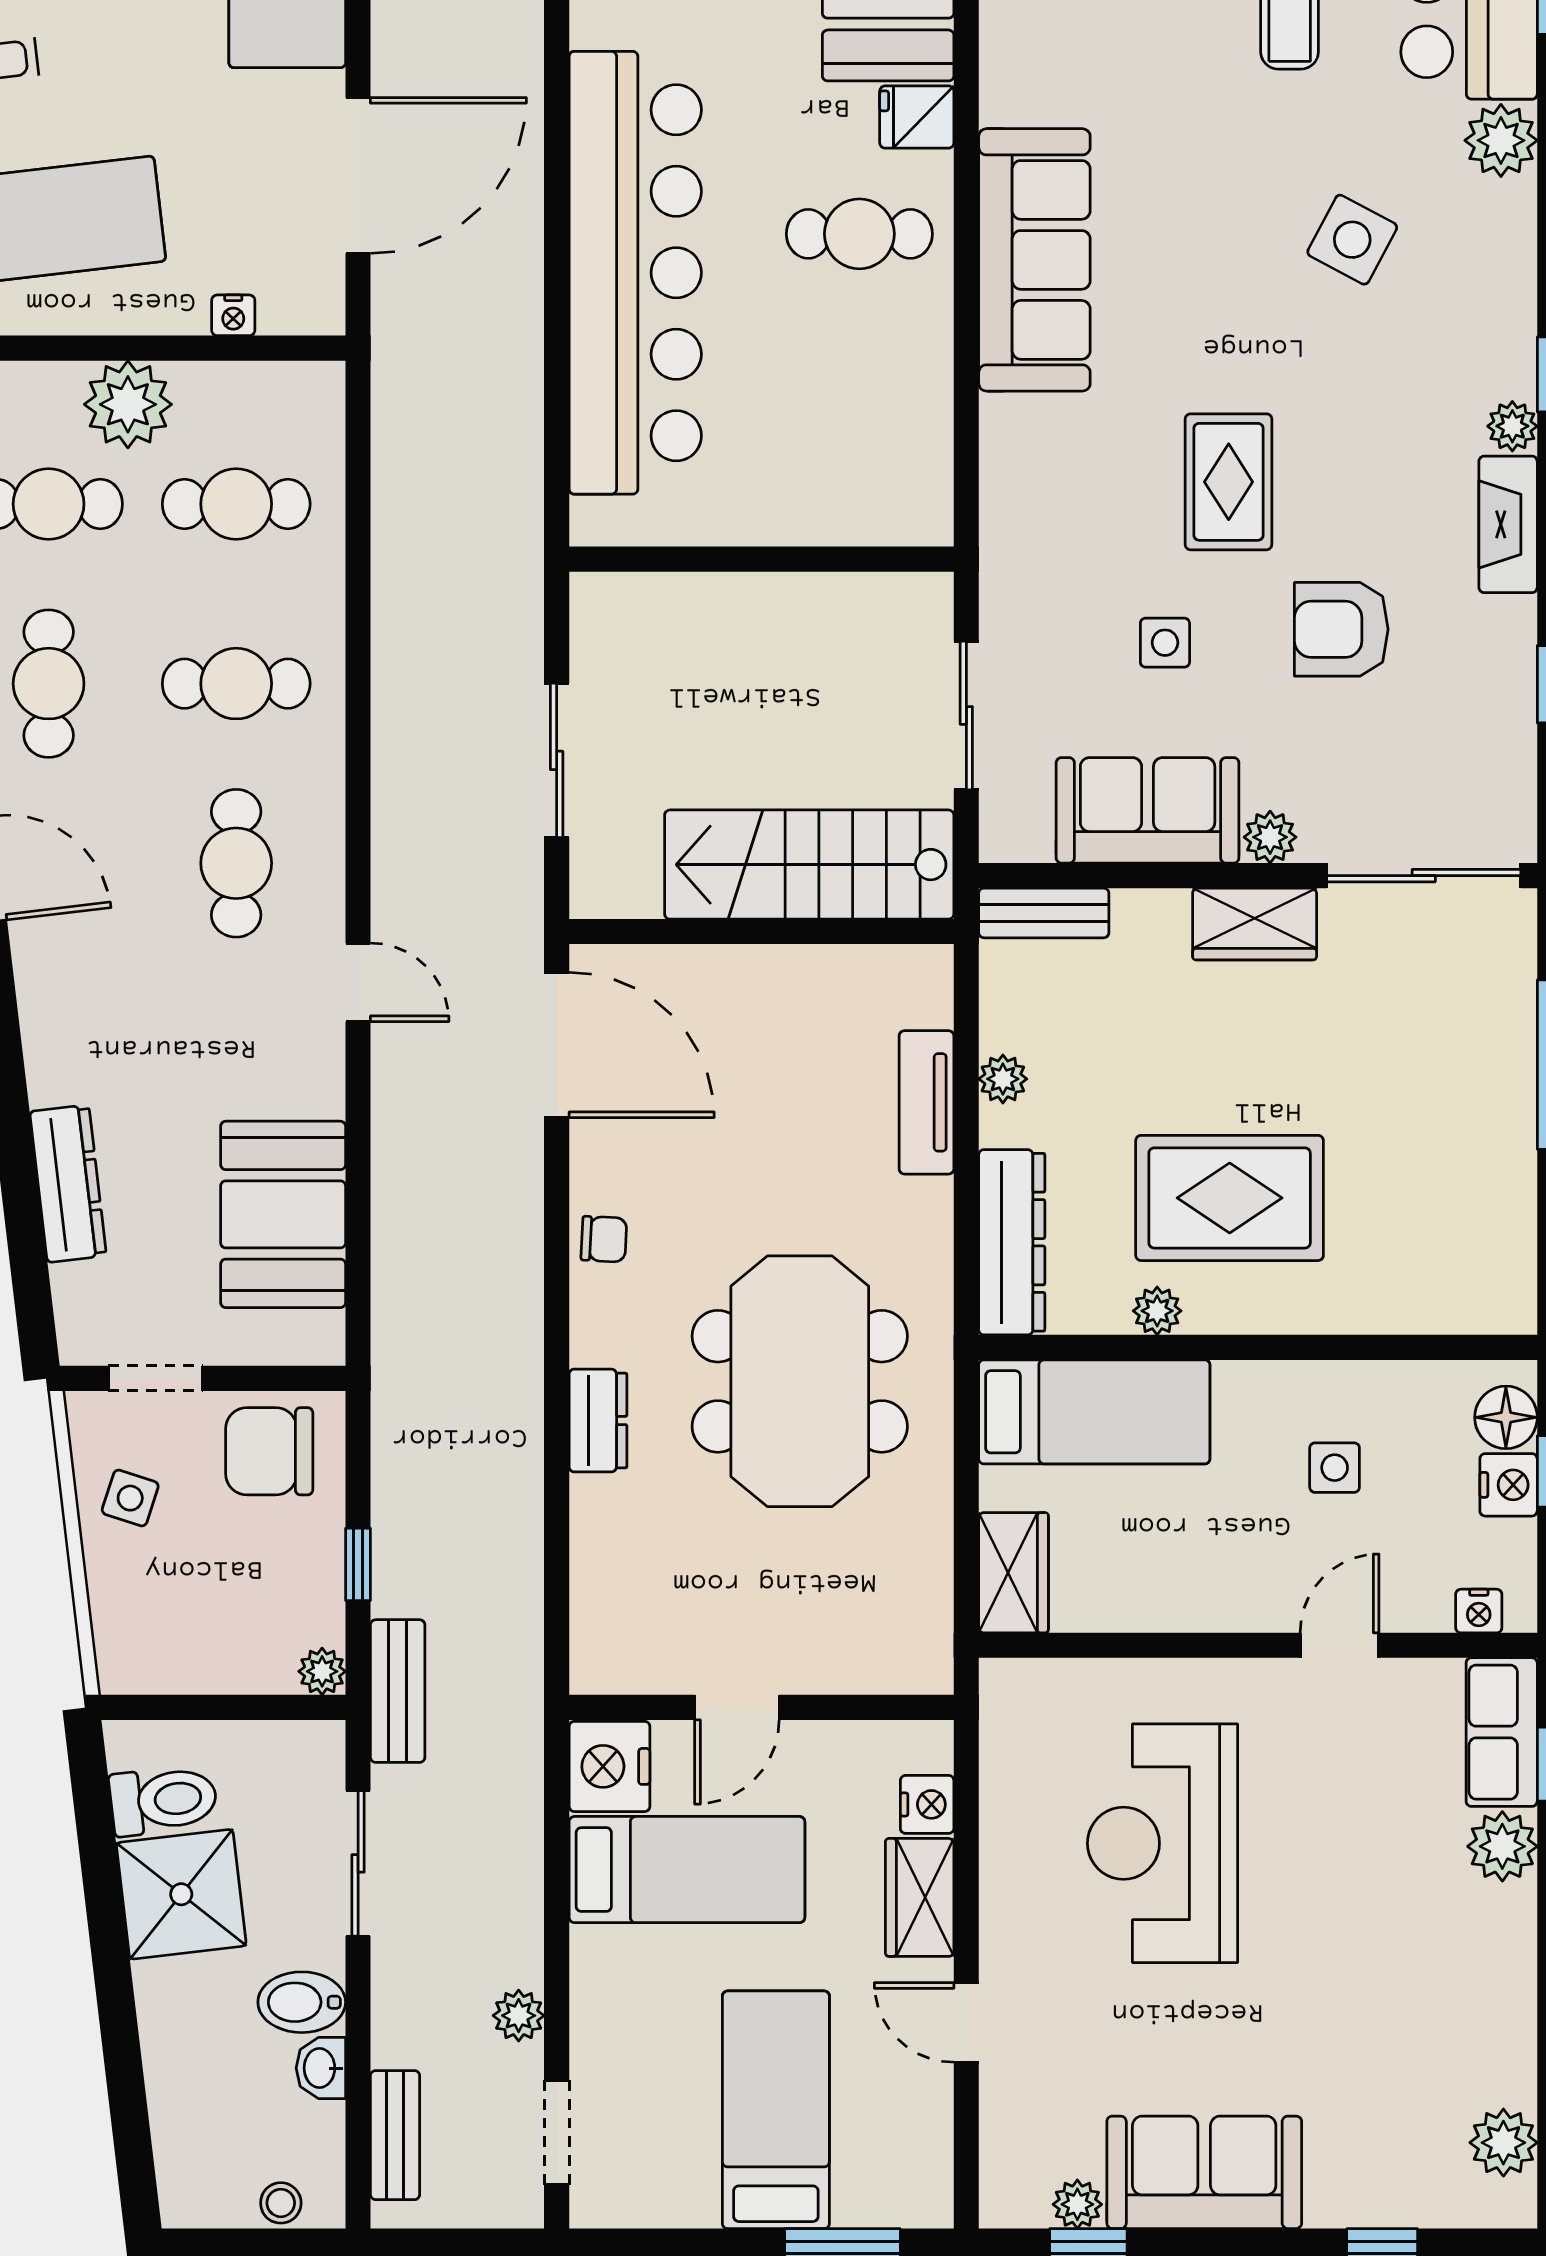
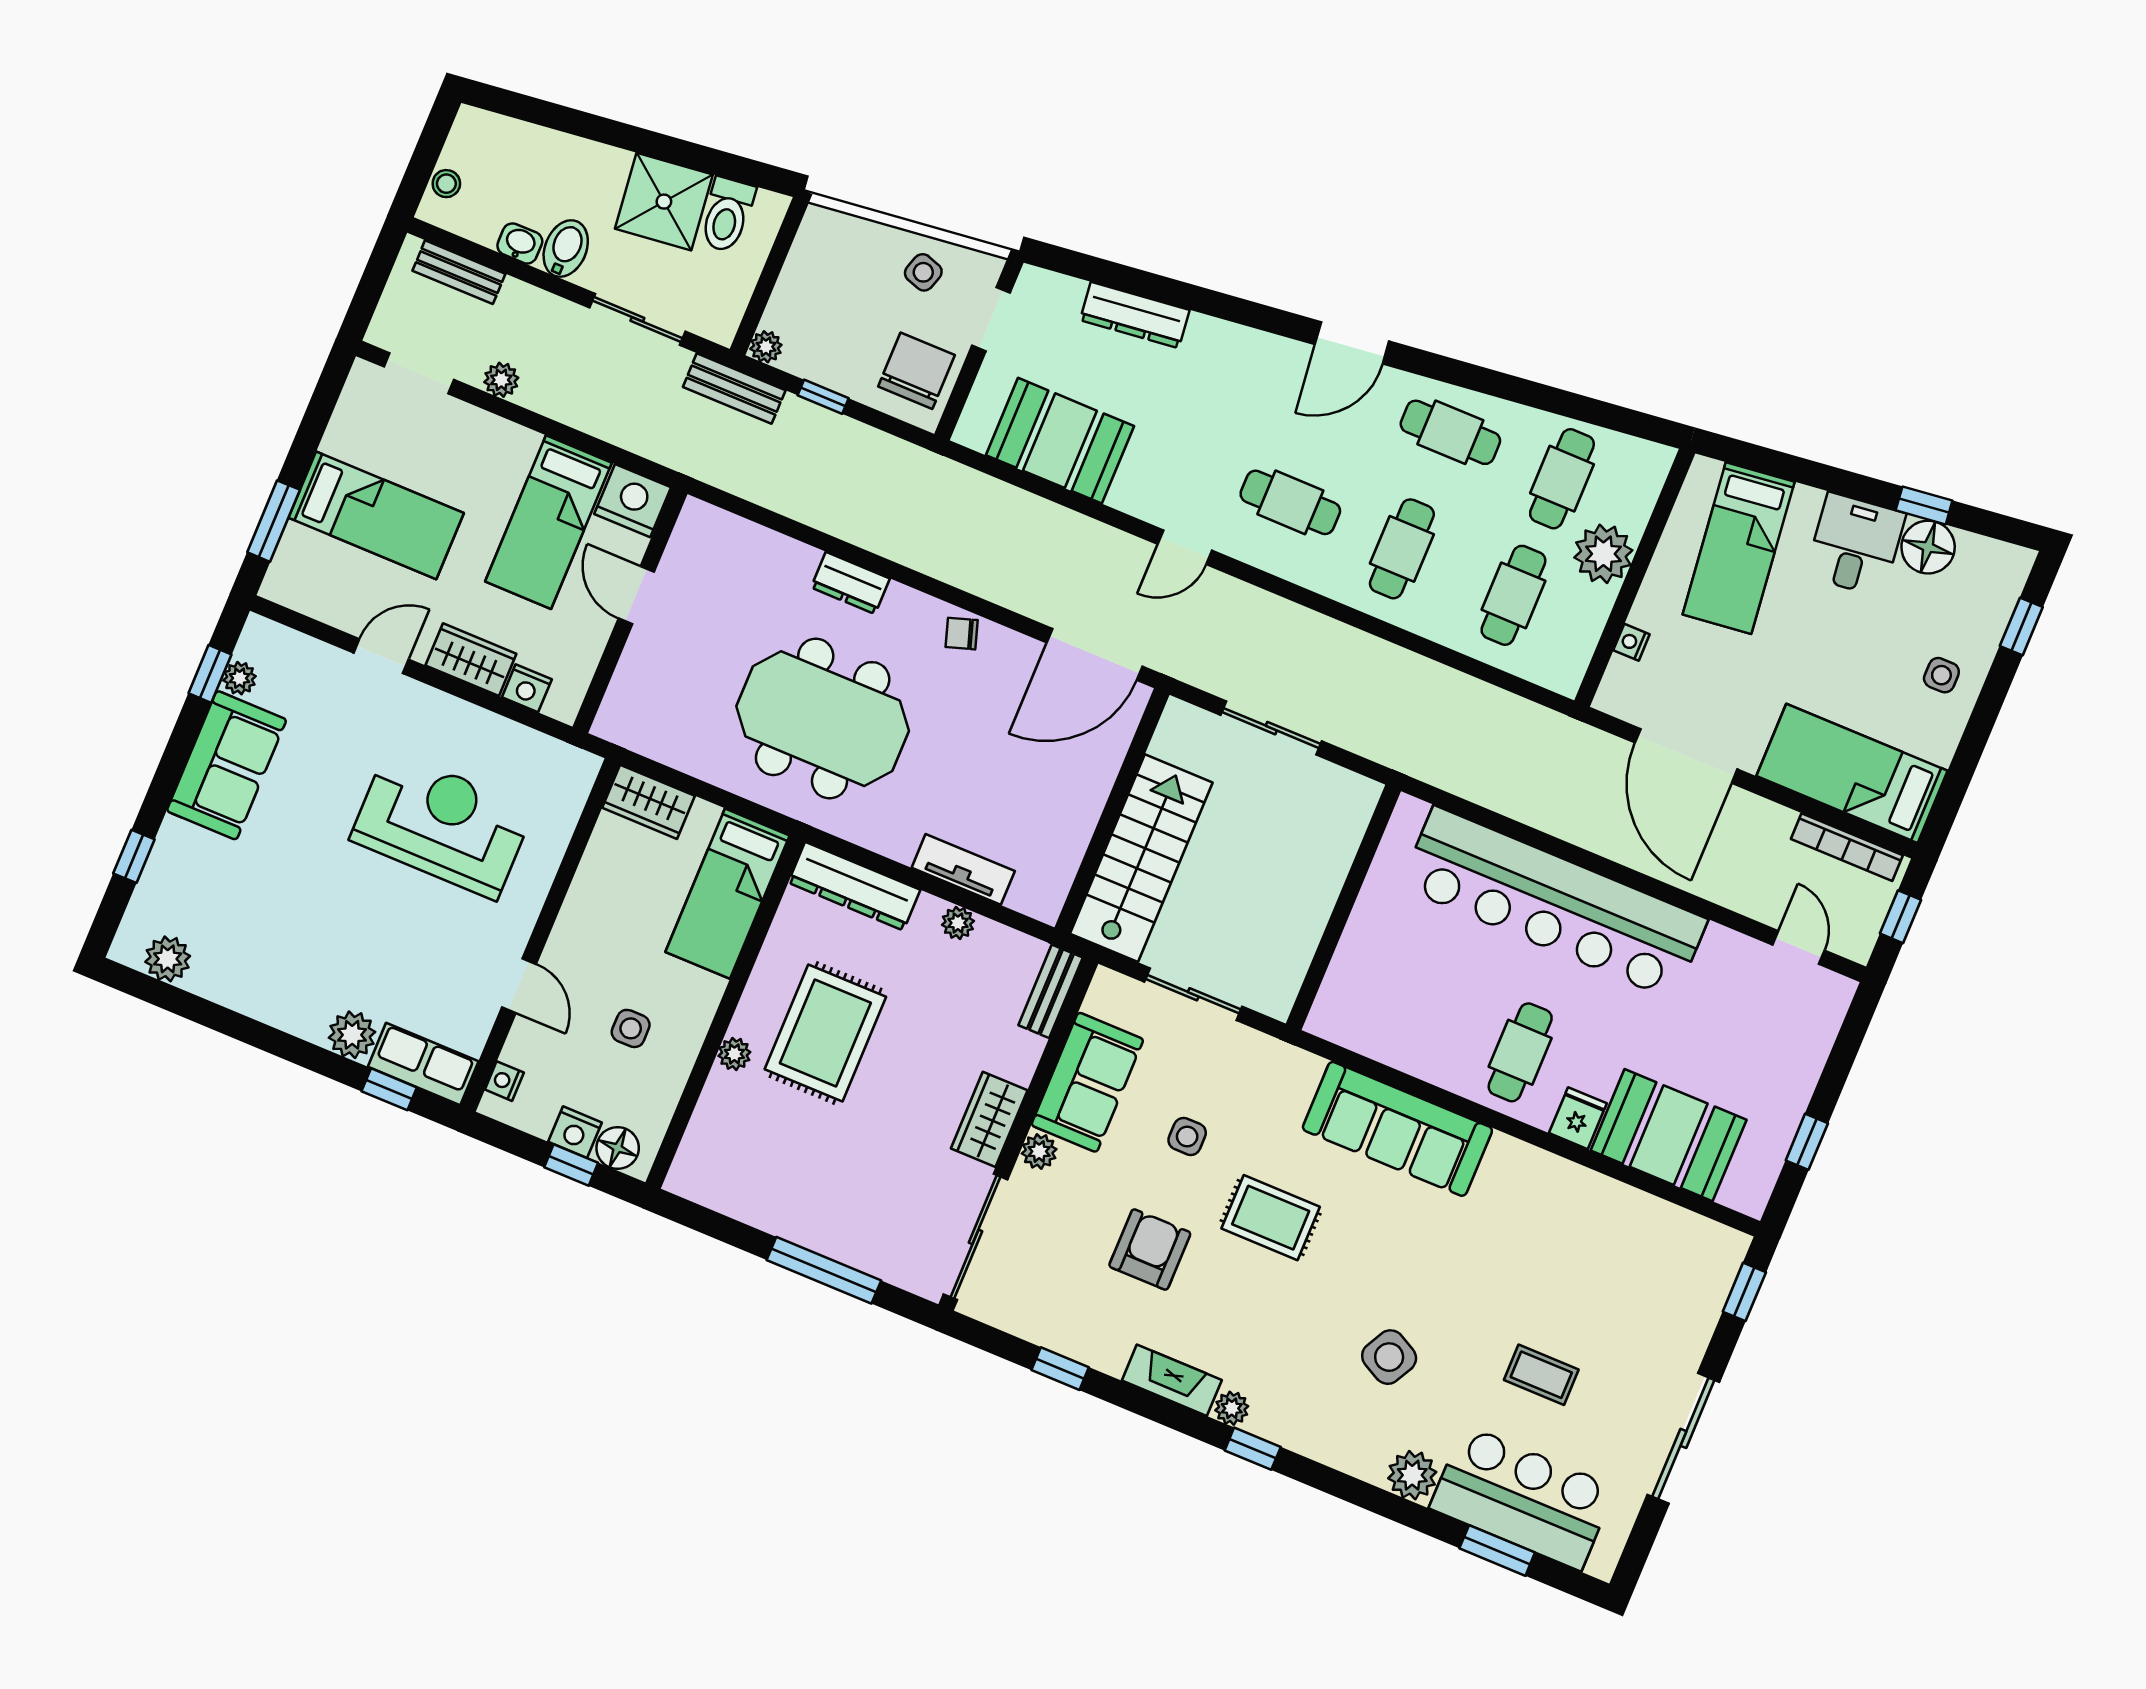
sofa: (1034, 260) -> (1397, 1129), moved
chair: (604, 1239) -> (962, 634), turned 69
plant: (1157, 1311) -> (734, 1054), moved

